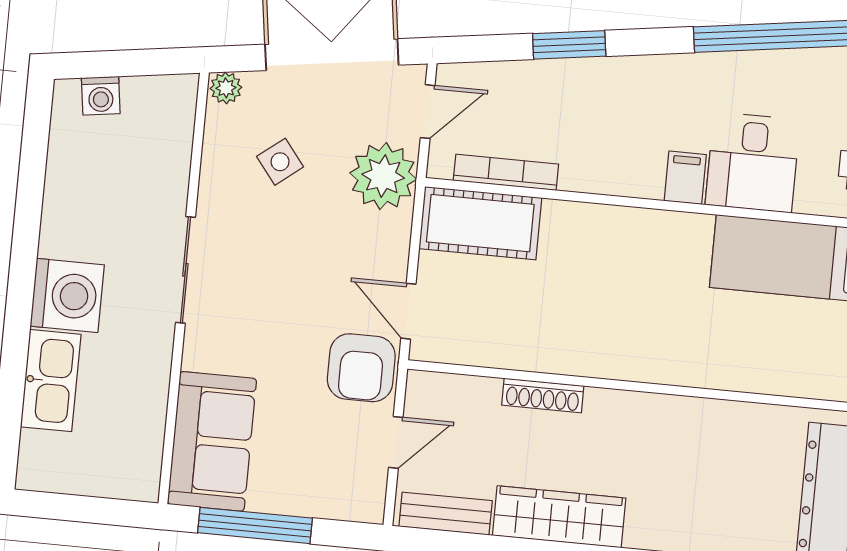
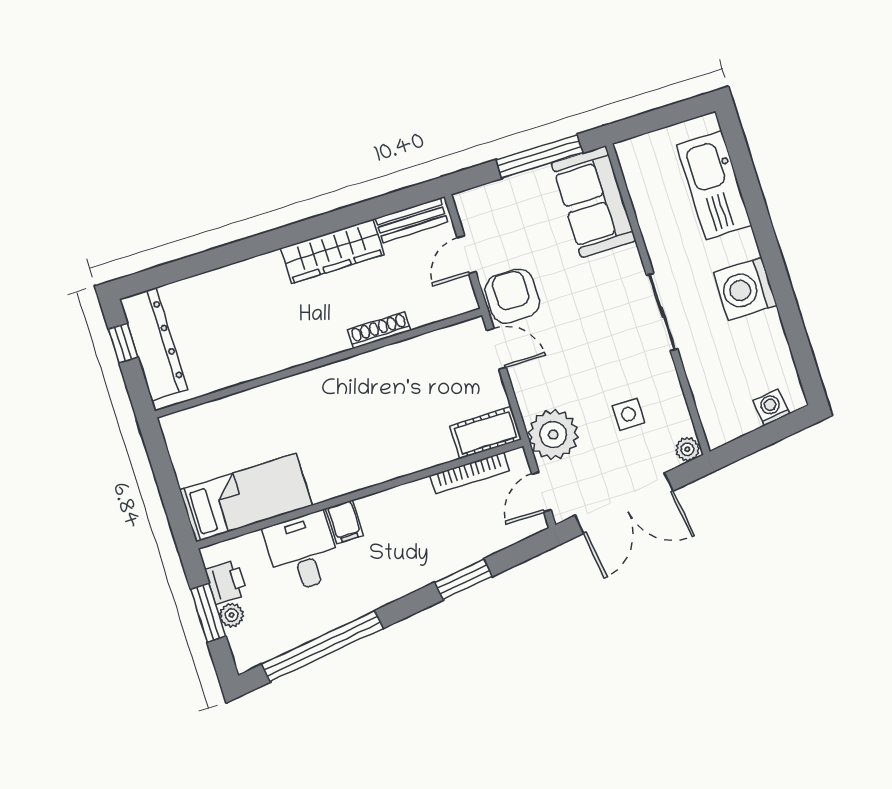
side table: (280, 162) -> (628, 414), turned 38
cot: (480, 223) -> (486, 433), width x0.73, depth x0.75
washing machine: (67, 295) -> (745, 289), moved
kitchen sink: (51, 381) -> (714, 185), width x1.36, depth x1.24

